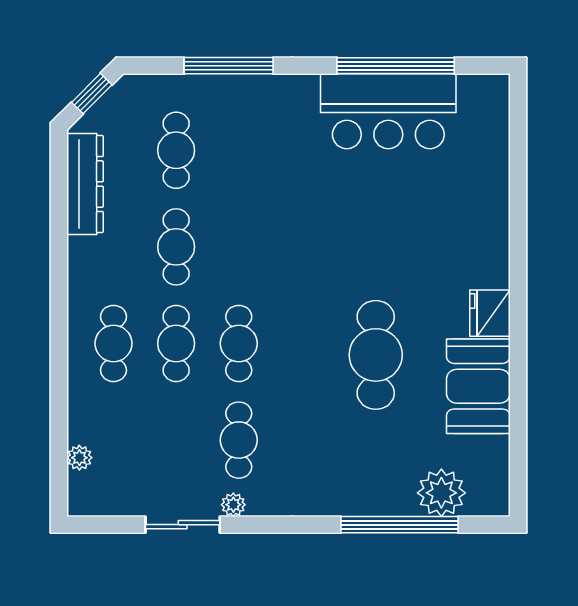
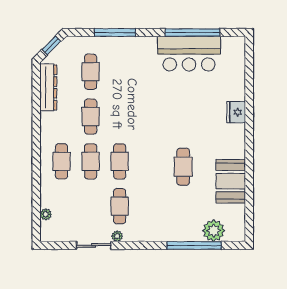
fridge: (490, 313) -> (236, 112), moved
cafe table: (376, 355) -> (183, 167), width x0.73, depth x0.74

